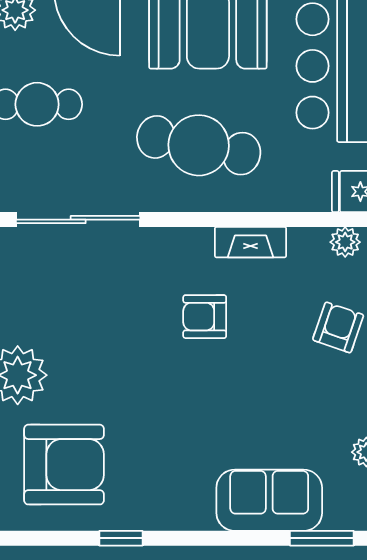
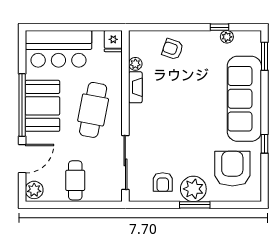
plant: (345, 242) -> (135, 64), moved
armchair: (205, 317) -> (163, 182), moved
sofa: (269, 500) -> (244, 99), width x1.85, depth x1.27

